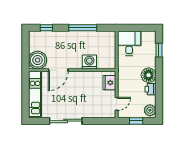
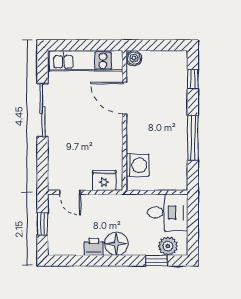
boiler: (38, 60) -> (134, 58), width x0.54, depth x0.54
washing machine: (89, 62) -> (137, 165), moved
plant: (150, 110) -> (168, 246), moved

